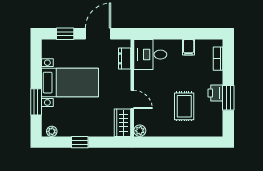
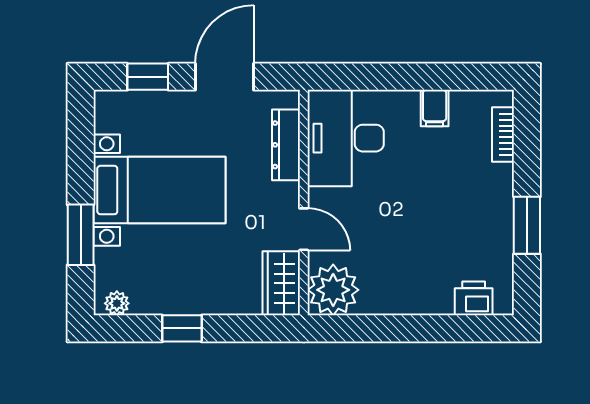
desk: (150, 55) -> (346, 138), width x1.37
dresser: (125, 58) -> (286, 145), width x1.44
printer: (215, 93) -> (474, 298), moved, turned 90
rug: (184, 106) -> (424, 245), removed
plant: (140, 131) -> (333, 290), width x1.87, depth x1.87

